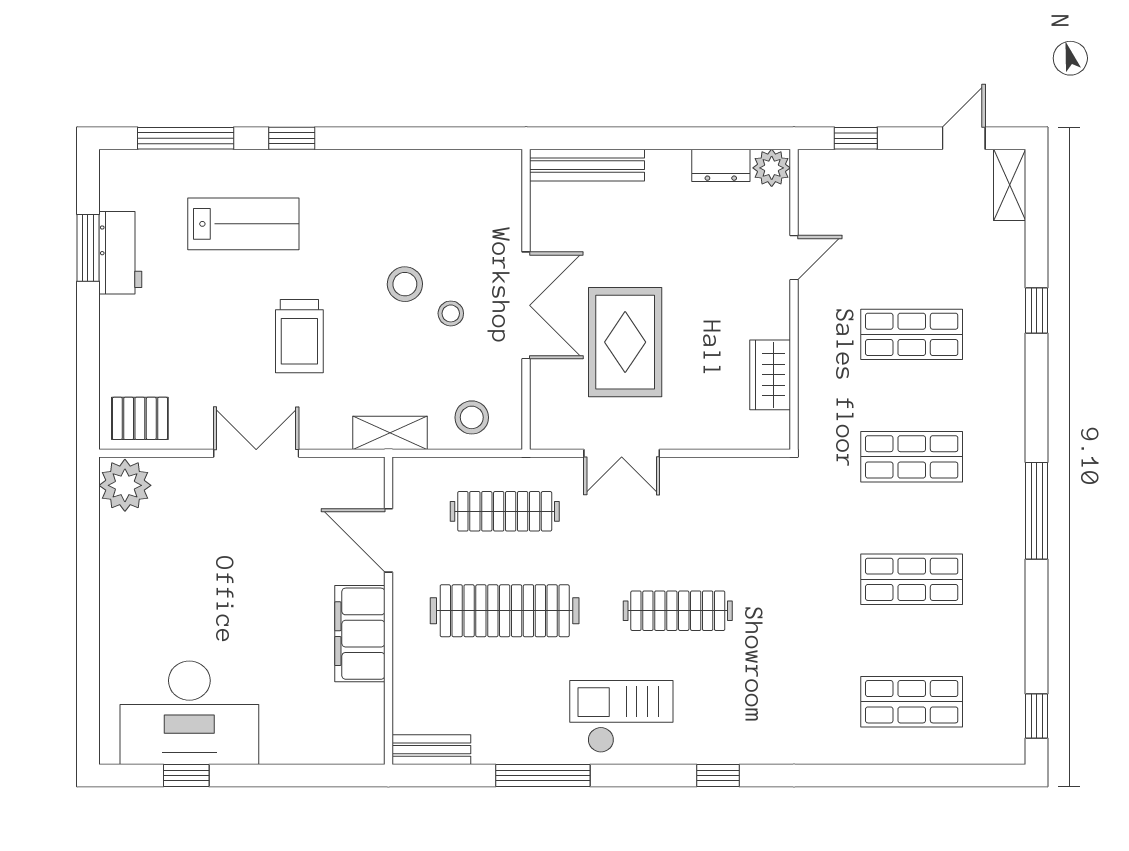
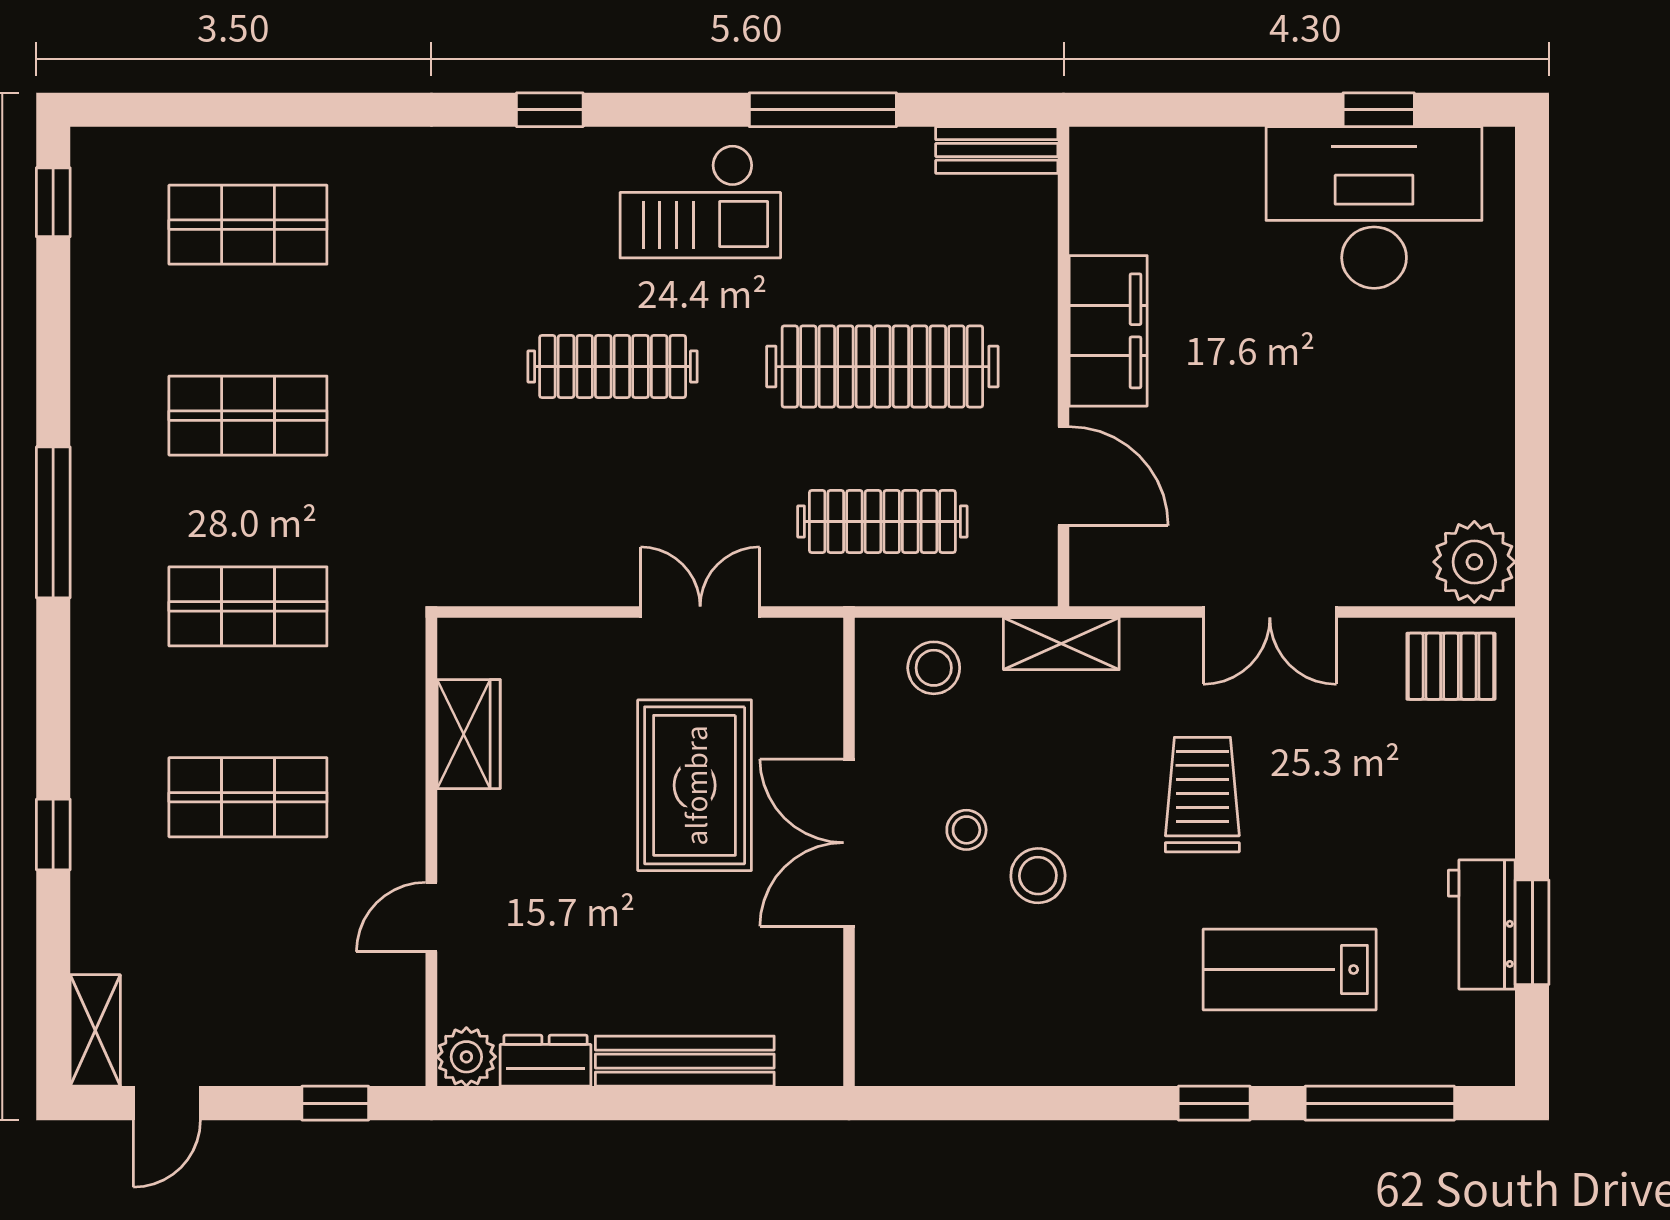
bench: (587, 165) -> (685, 1061), moved

